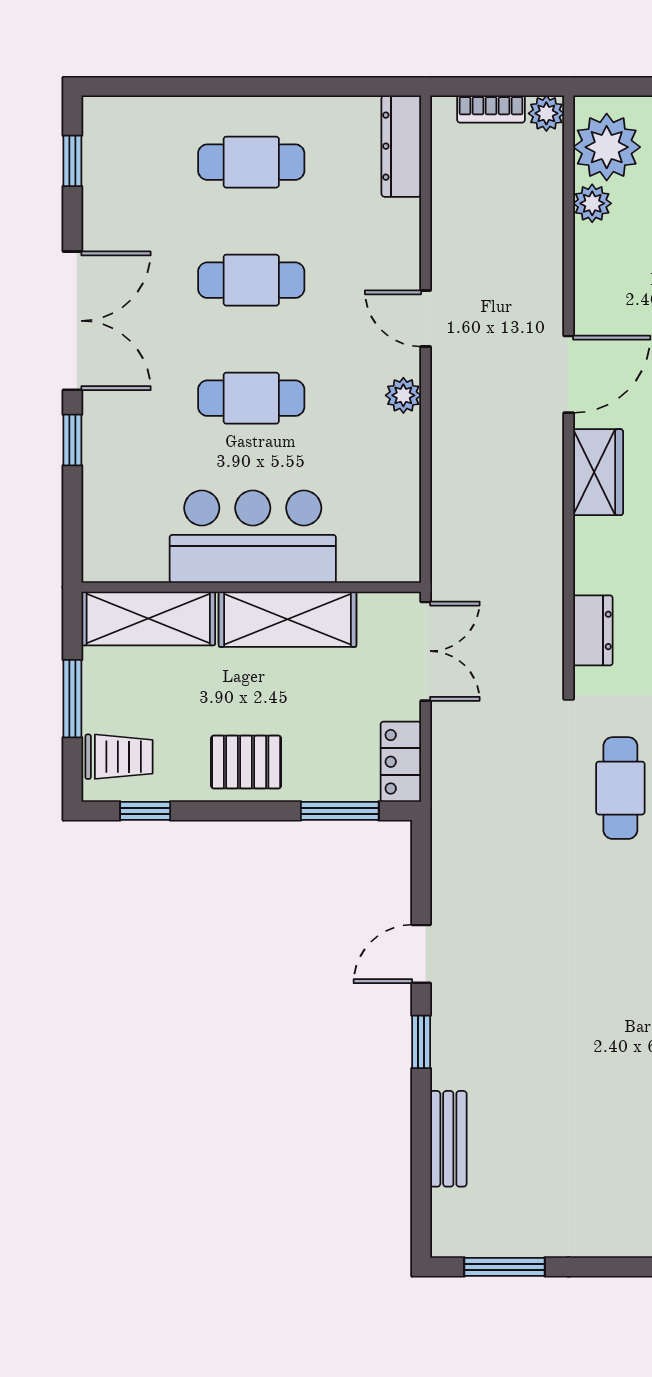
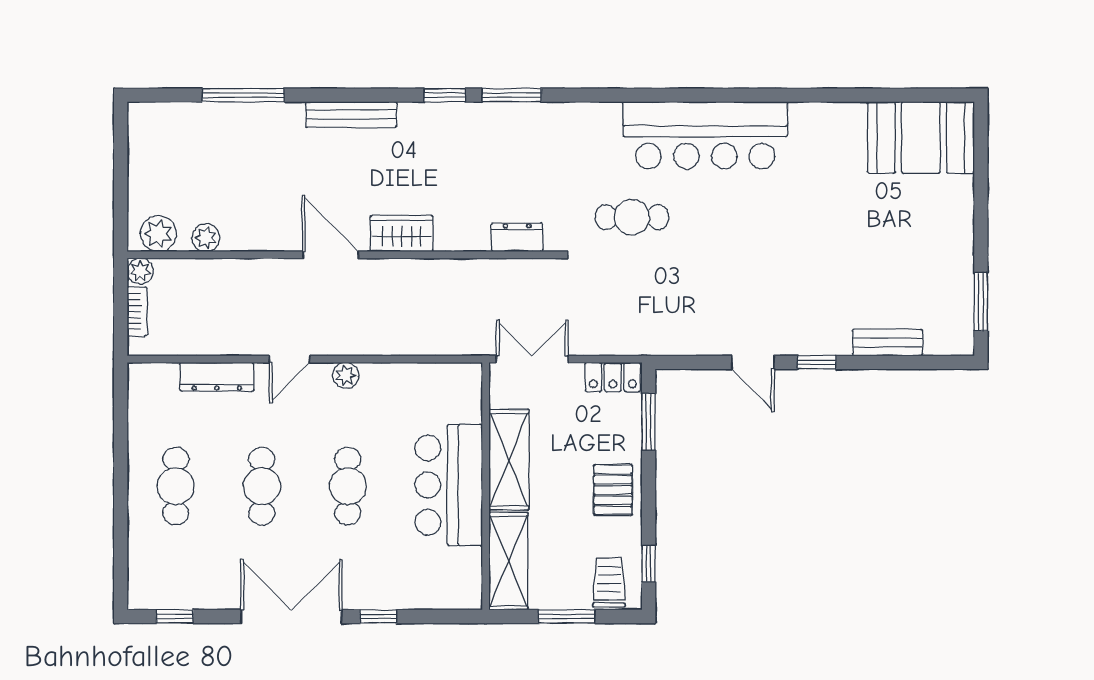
dresser: (401, 146) -> (217, 377), moved
plant: (607, 147) -> (158, 234), width x0.73, depth x0.73

